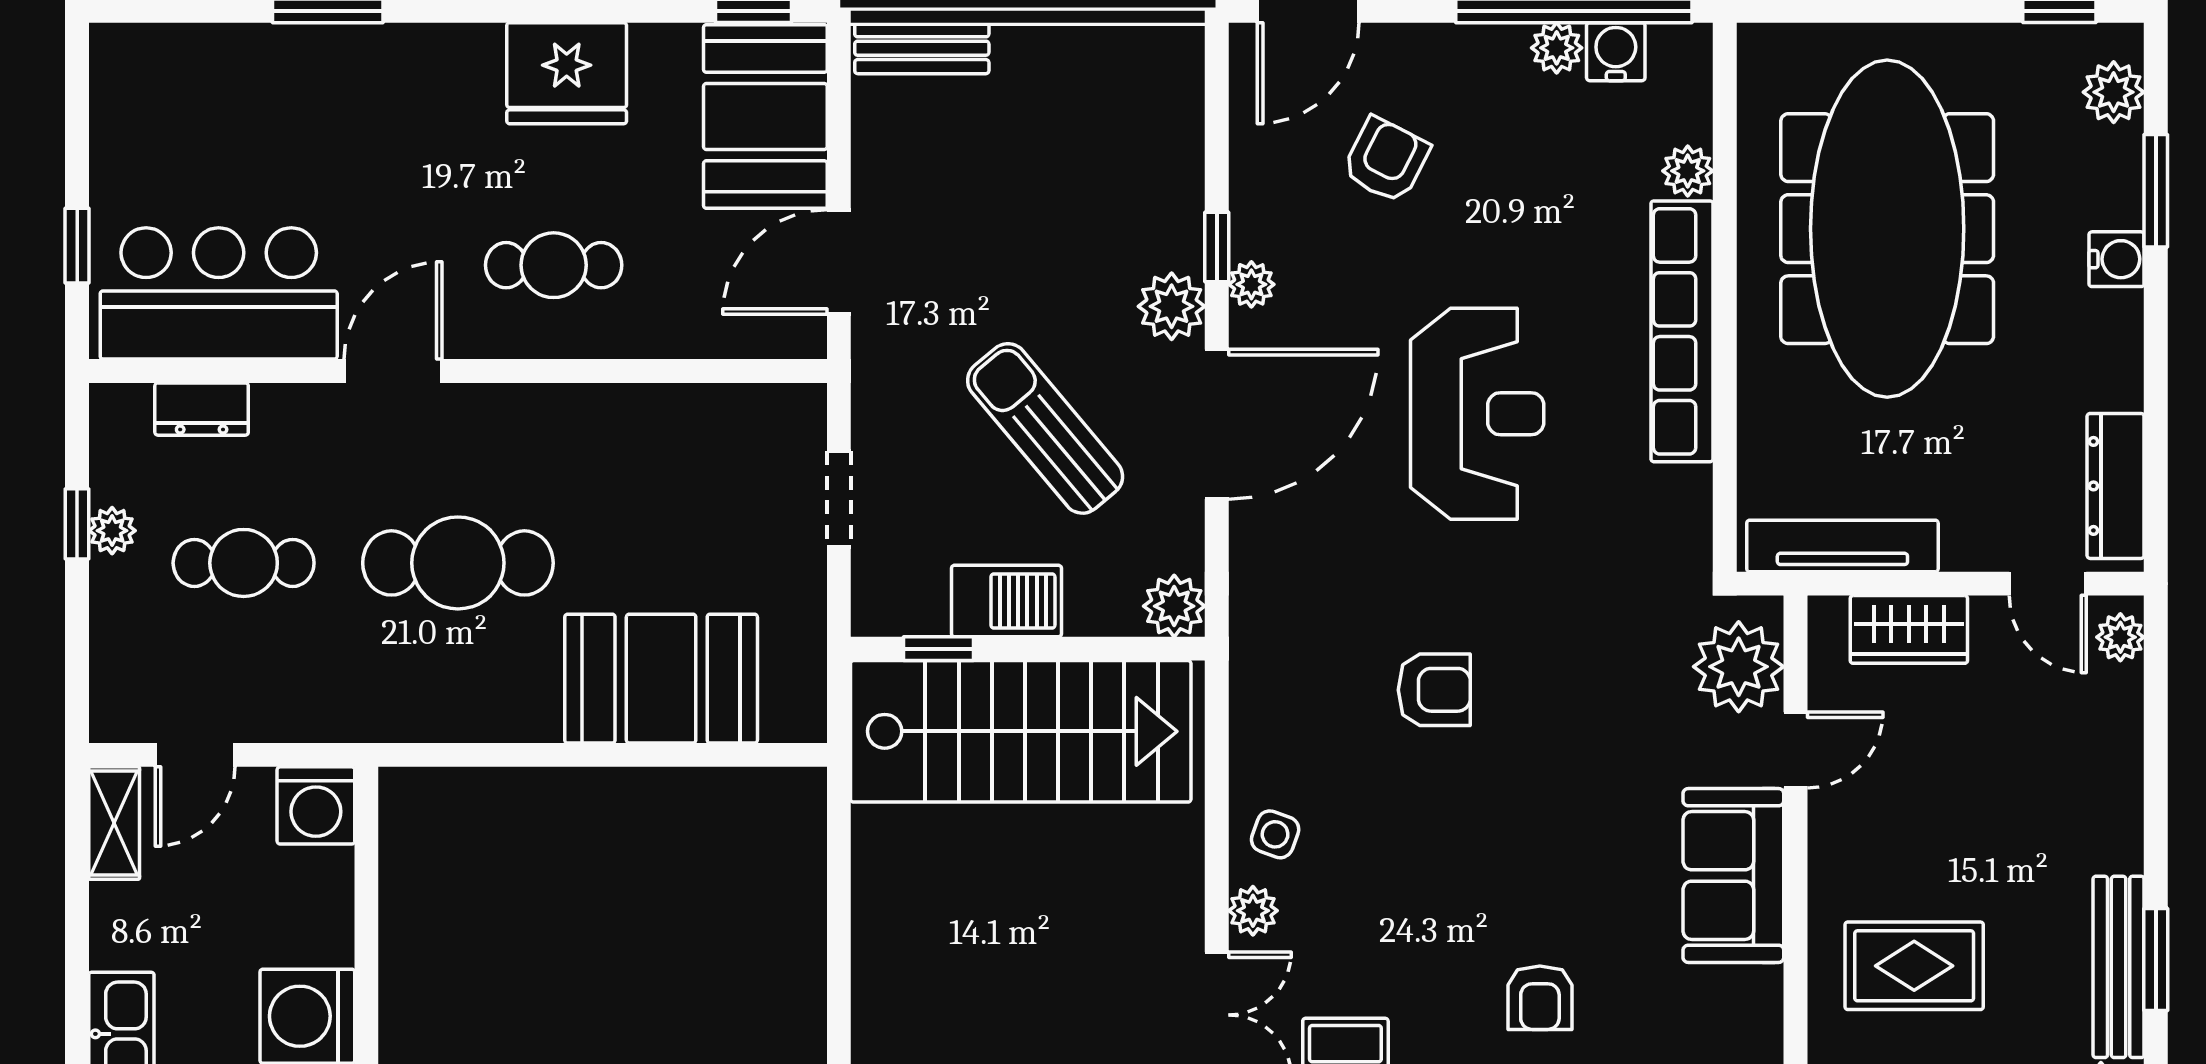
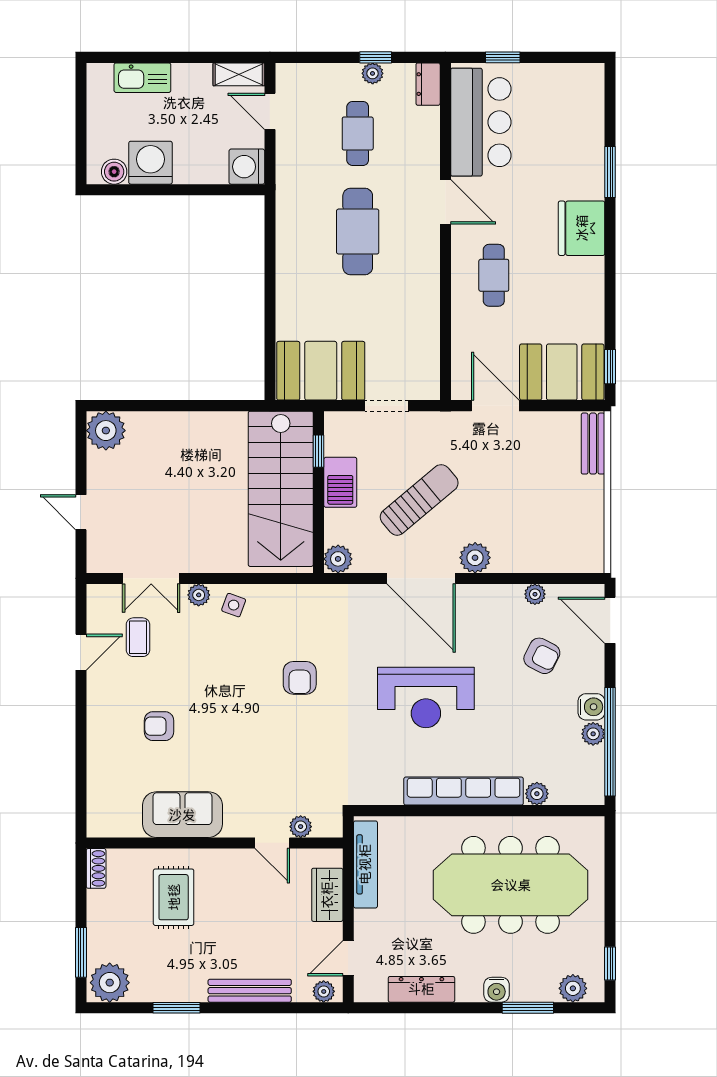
water cooler: (1616, 52) -> (591, 707), moved
fridge: (567, 73) -> (582, 228), moved
window: (1217, 247) -> (502, 578), removed
plant: (1251, 284) -> (535, 594), moved
dresser: (202, 409) -> (428, 84), moved
dresser: (2116, 486) -> (421, 989), moved
plant: (1739, 667) -> (301, 827), width x0.53, depth x0.53
booth: (661, 679) -> (321, 371), moved, turned 90
sofa: (1733, 875) -> (182, 815), moved
bench: (2119, 967) -> (250, 991), moved

